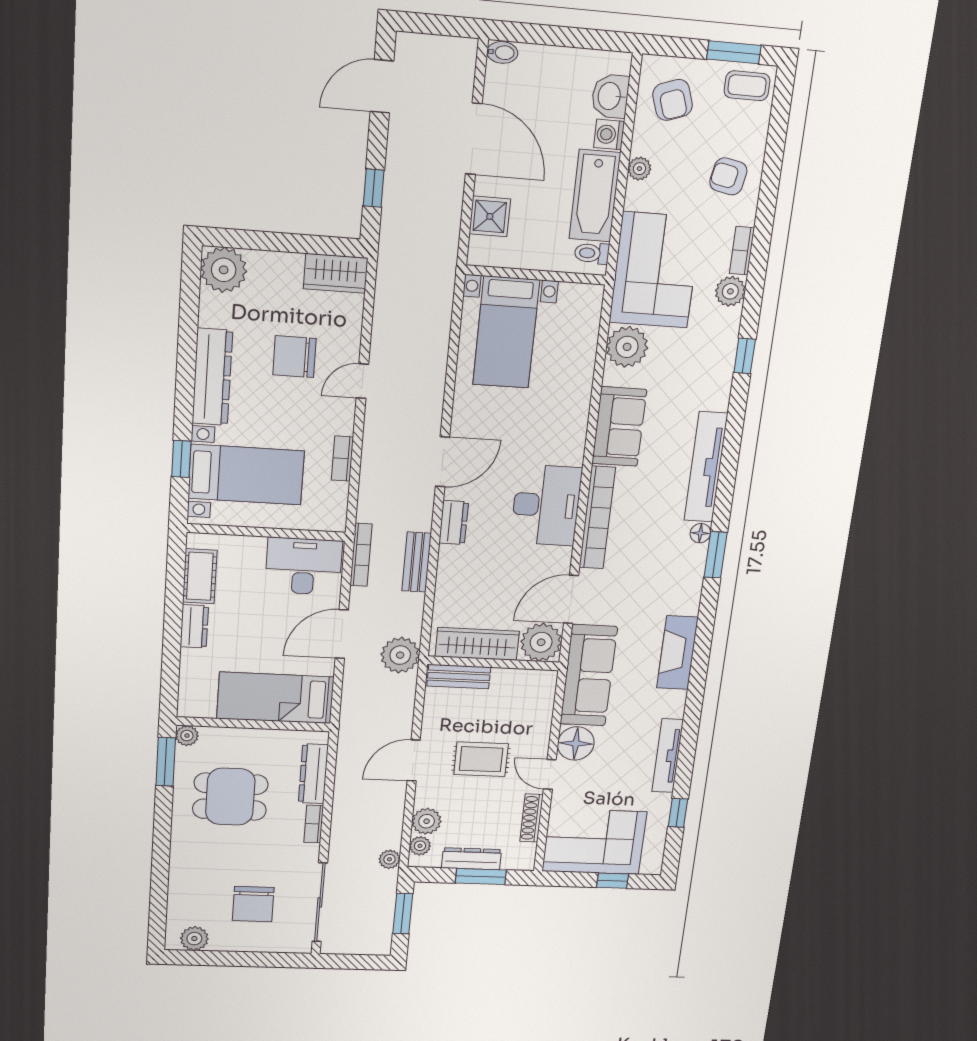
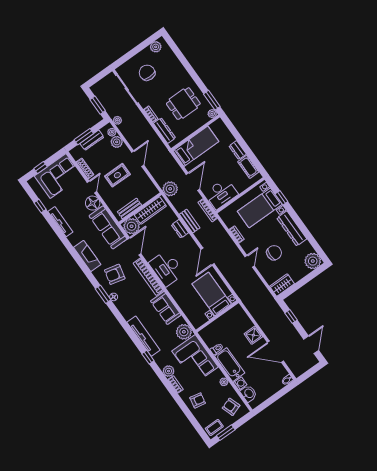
wall: (536, 275) -> (217, 316), moved
bed with nightstands: (506, 332) -> (212, 294), moved
tv unit: (706, 467) -> (144, 336), moved
dresser: (454, 522) -> (180, 229), moved
armchair: (658, 575) -> (115, 274), added
bench: (459, 677) -> (129, 208), moved
door: (550, 774) -> (92, 187), hinge flipped

